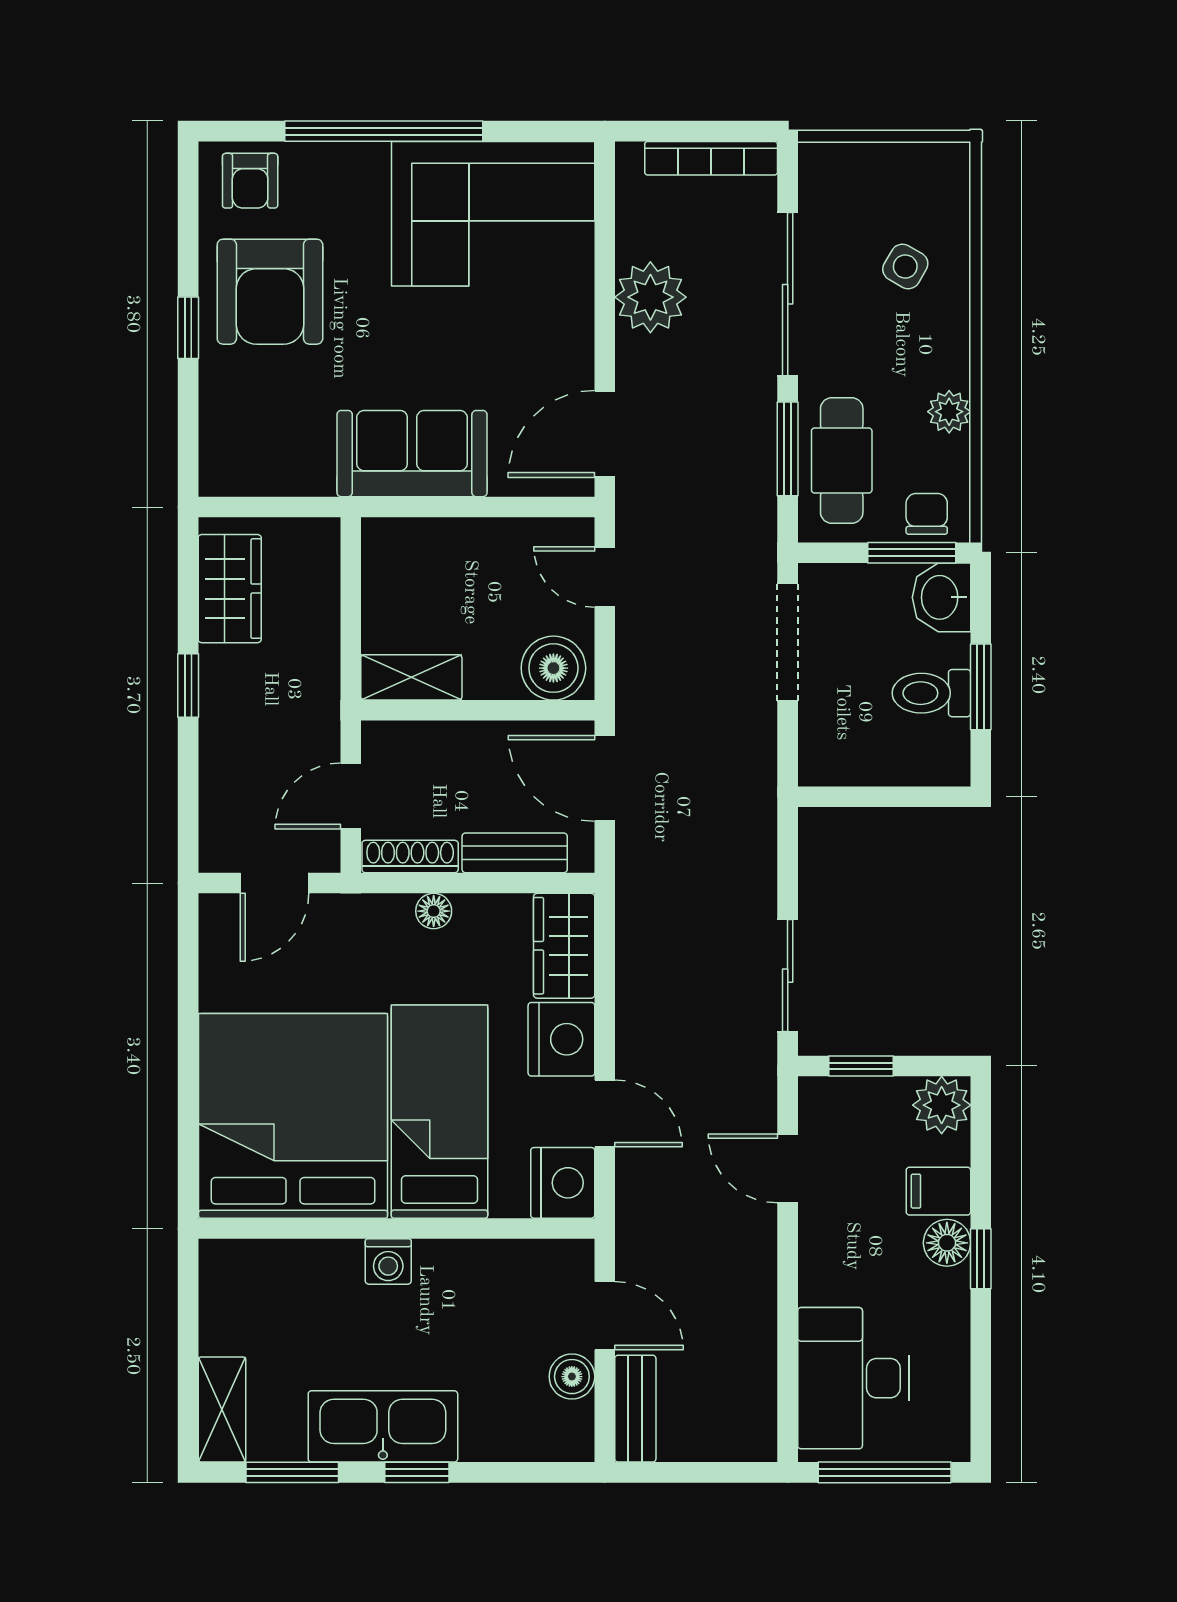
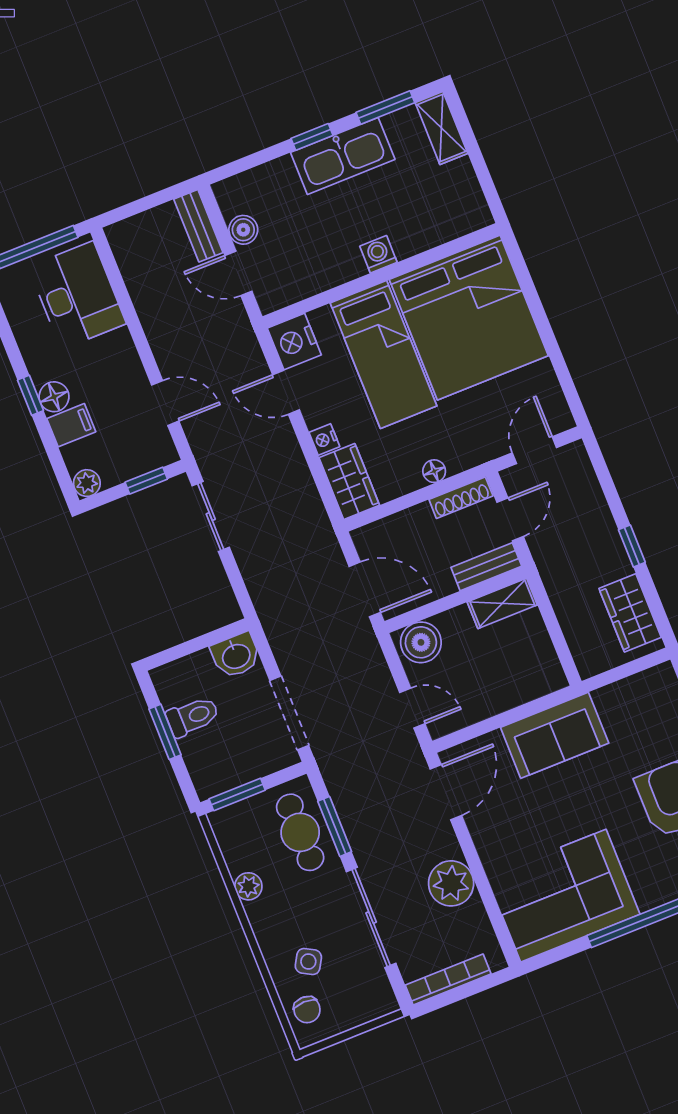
chair: (927, 514) -> (307, 1010), moved
washbasin: (941, 597) -> (236, 655), moved, turned 90
bench: (515, 853) -> (486, 567), moved
nightstand: (561, 1039) -> (324, 439), width x0.53, depth x0.56
plant: (942, 1105) -> (87, 483), width x0.73, depth x0.73

